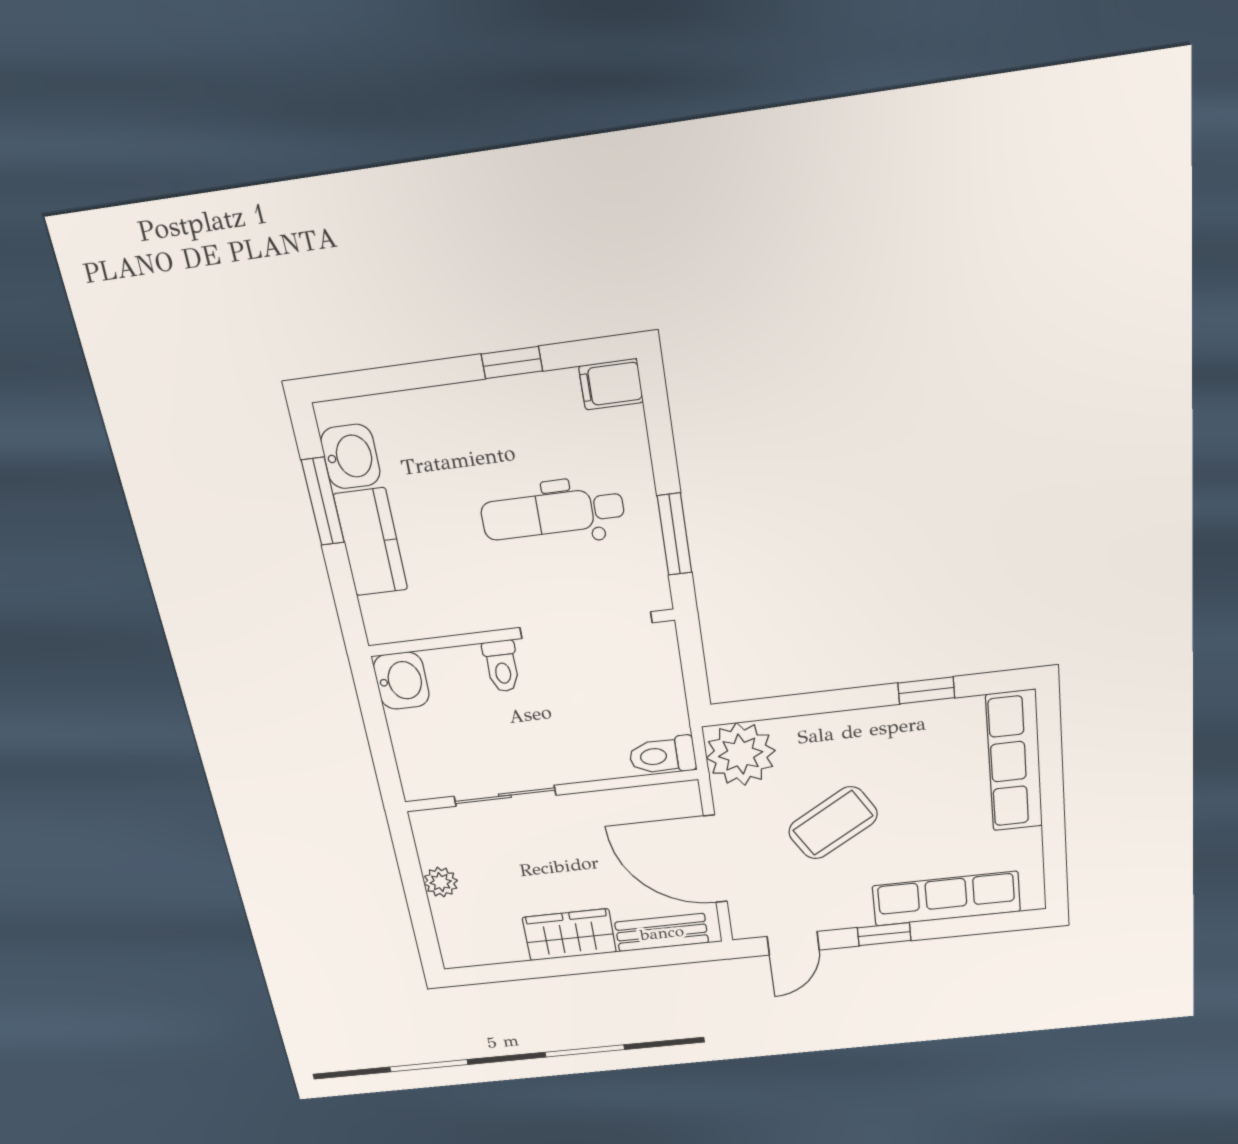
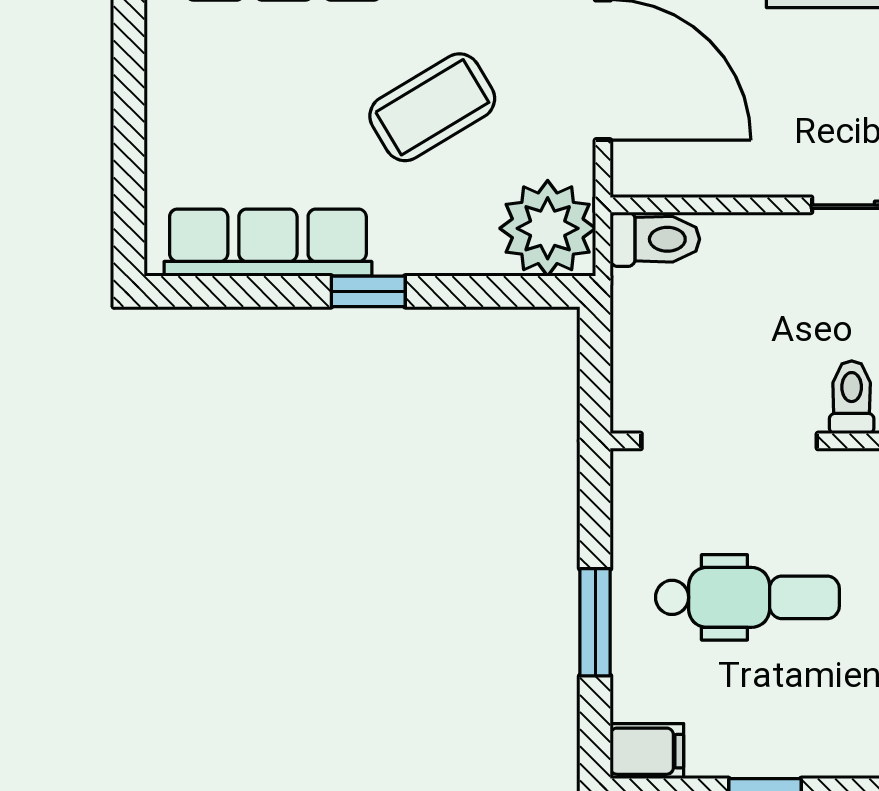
window: (675, 534) -> (595, 622), moved
window: (926, 690) -> (368, 291), moved
row of seats: (1014, 761) -> (268, 243), moved, turned -90

